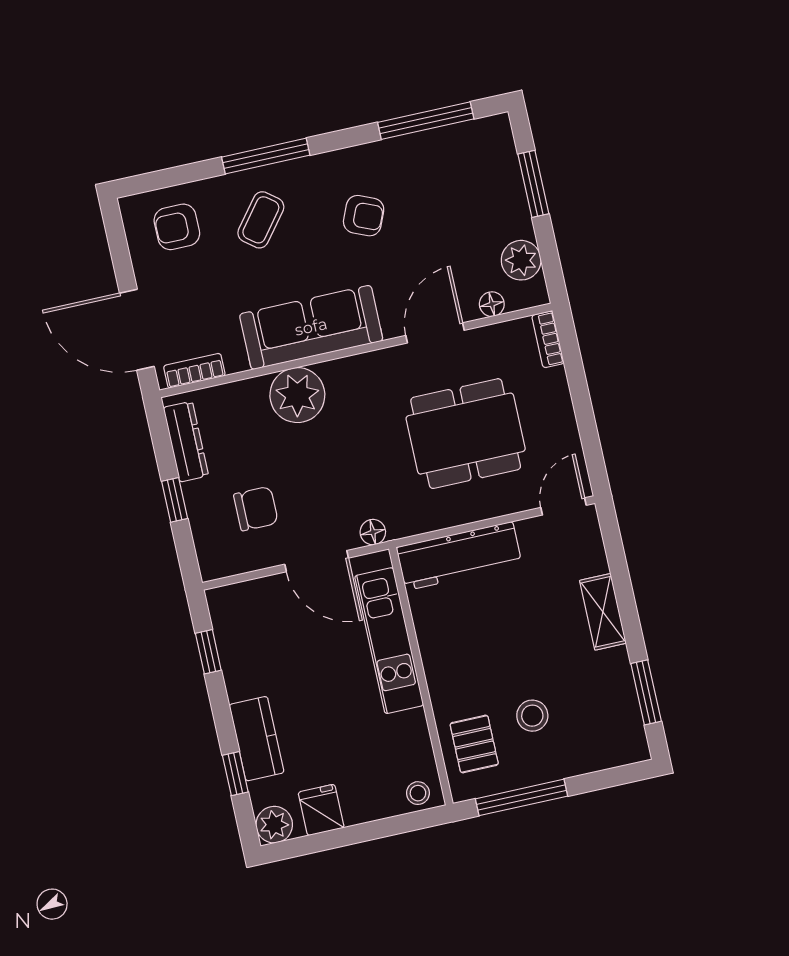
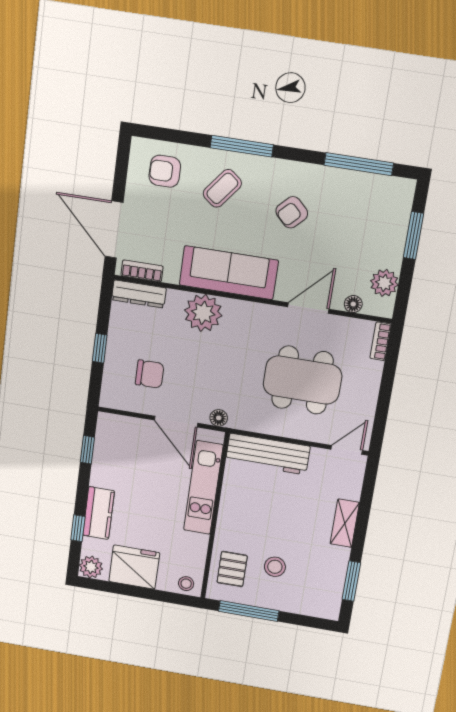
armchair: (364, 216) -> (292, 212), turned 112
dresser: (186, 442) -> (139, 294), moved, turned 90
fridge: (321, 810) -> (134, 567), width x1.88, depth x1.34

